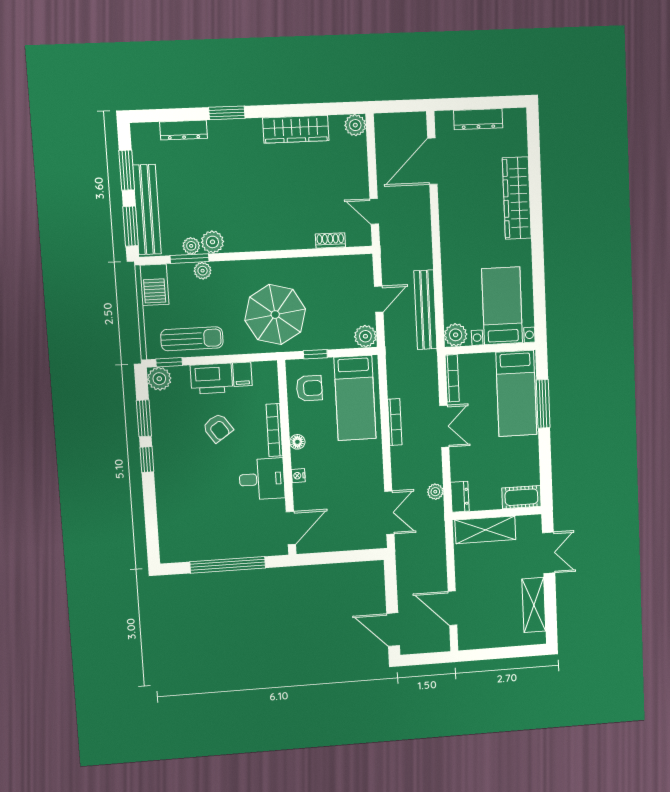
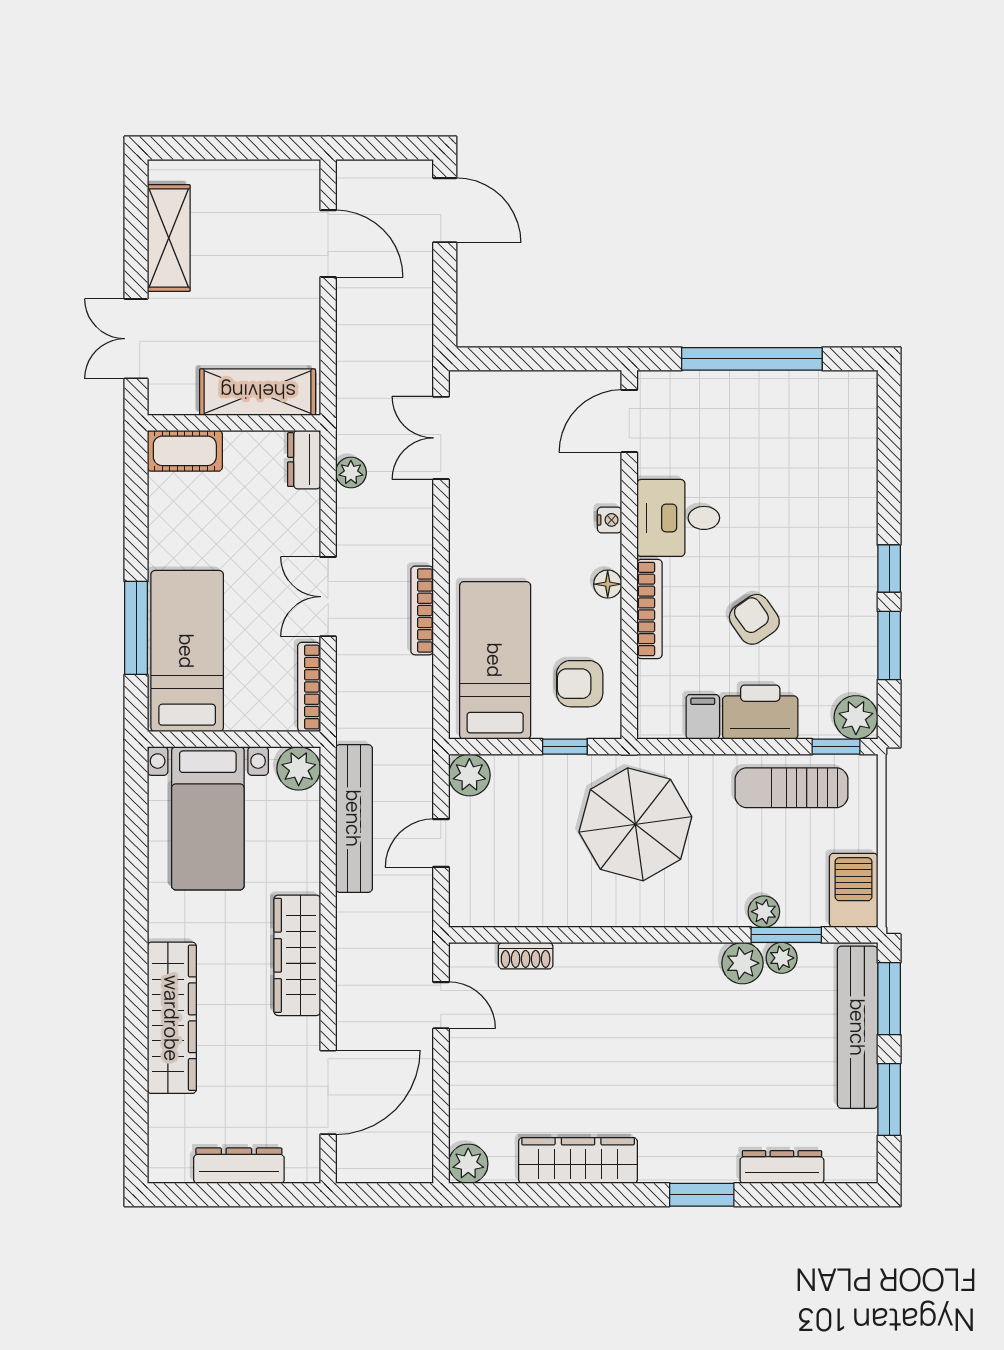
wardrobe: (452, 235) -> (297, 955), added

